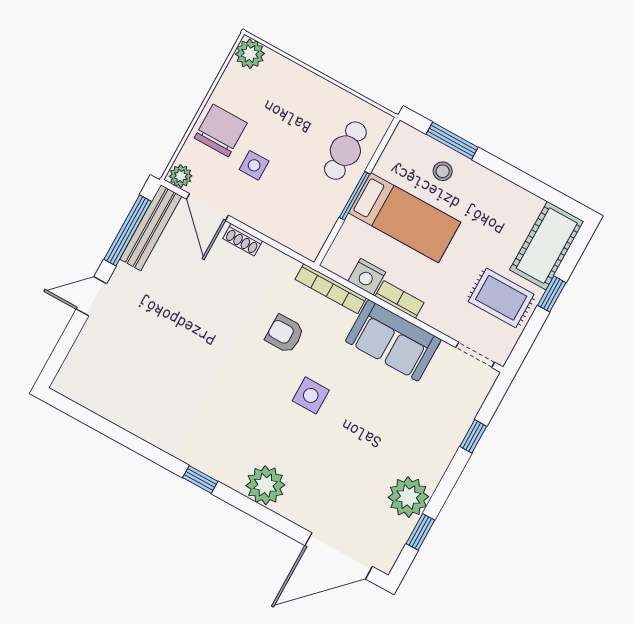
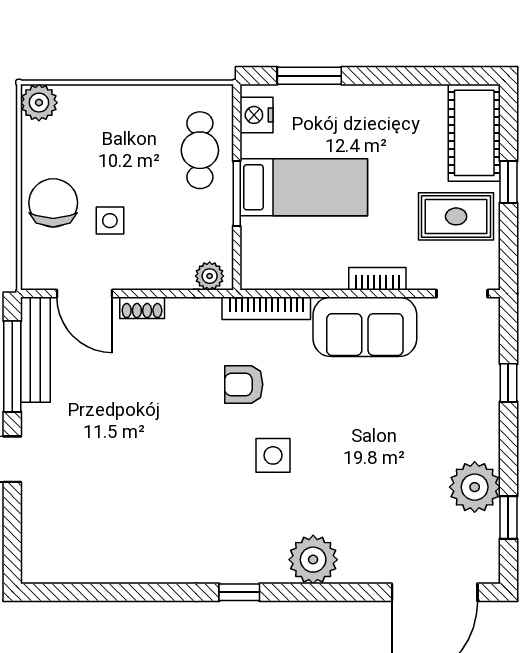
stool: (443, 171) -> (317, 114), removed
plant: (181, 176) -> (210, 276), moved
nightstand: (367, 277) -> (257, 115), moved, turned 90
bookcase: (399, 299) -> (377, 279), moved
side table: (311, 395) -> (273, 455), moved

